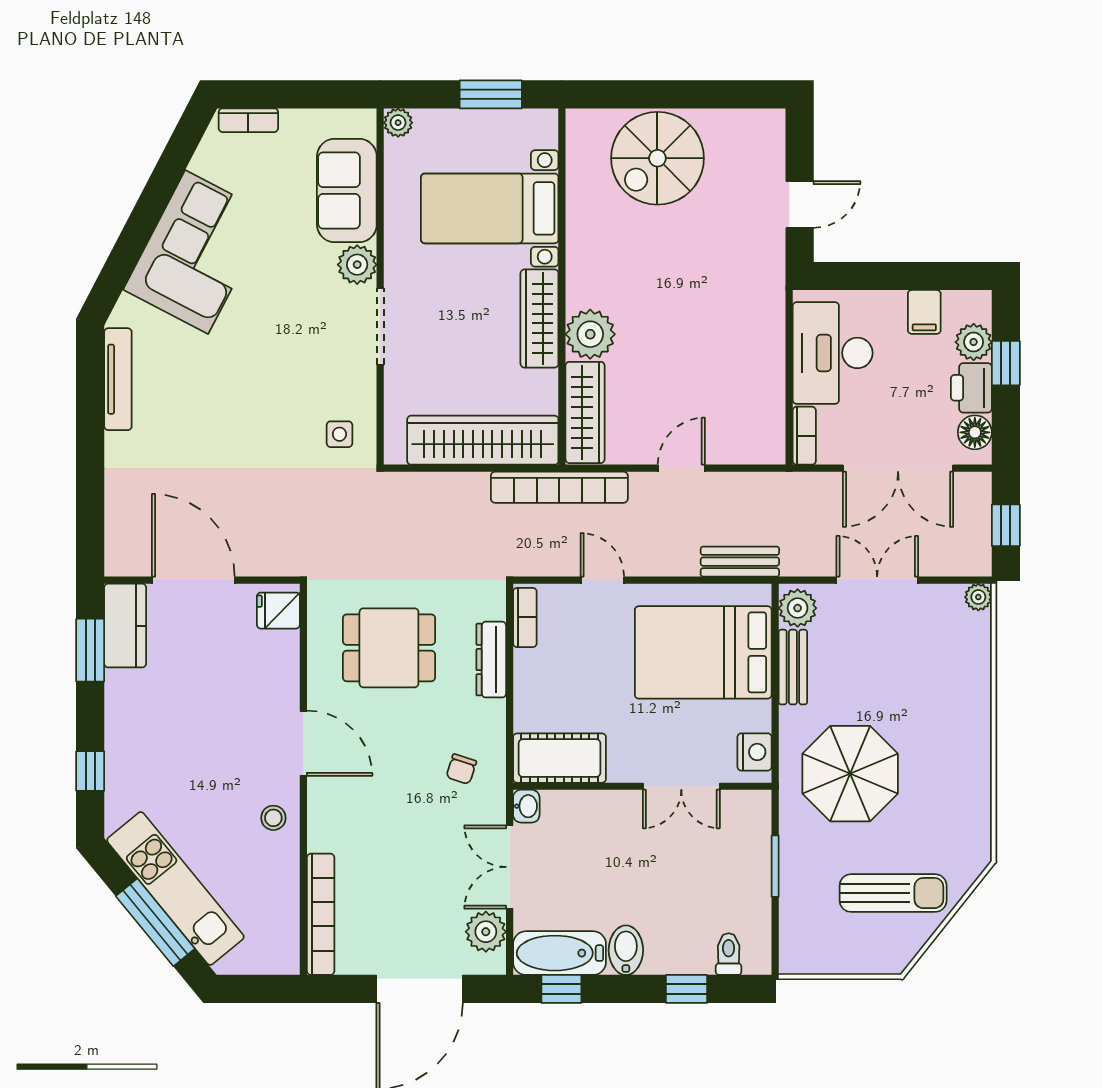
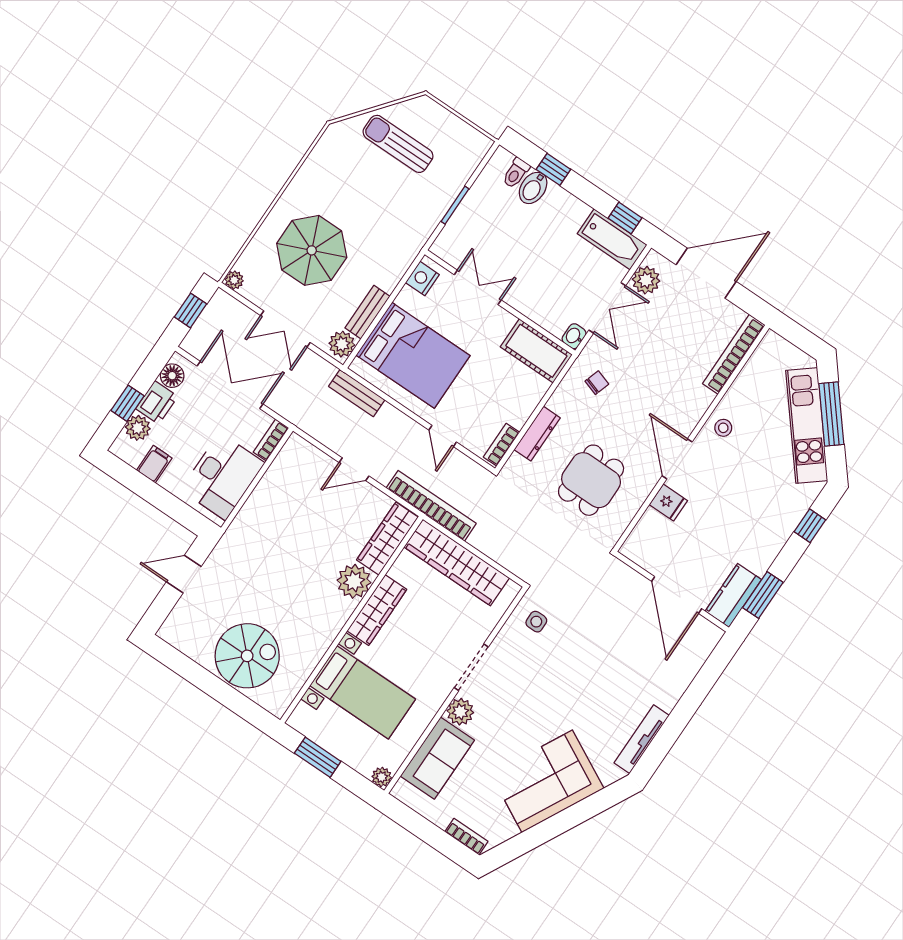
fridge: (278, 611) -> (668, 503), moved
dining table: (389, 648) -> (591, 480), turned 90
parasol: (850, 774) -> (312, 250), moved
bidet: (626, 950) -> (533, 188), moved

